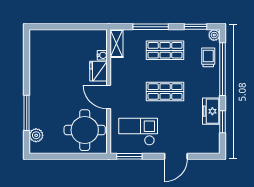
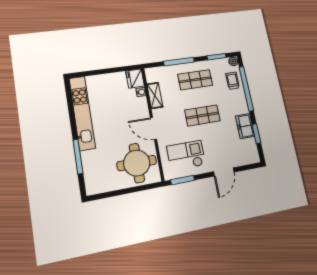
shelving: (117, 43) -> (155, 95), moved
kitchen unit: (37, 68) -> (82, 113), added
fridge: (98, 71) -> (135, 79), moved
plant: (36, 135) -> (91, 177), removed

